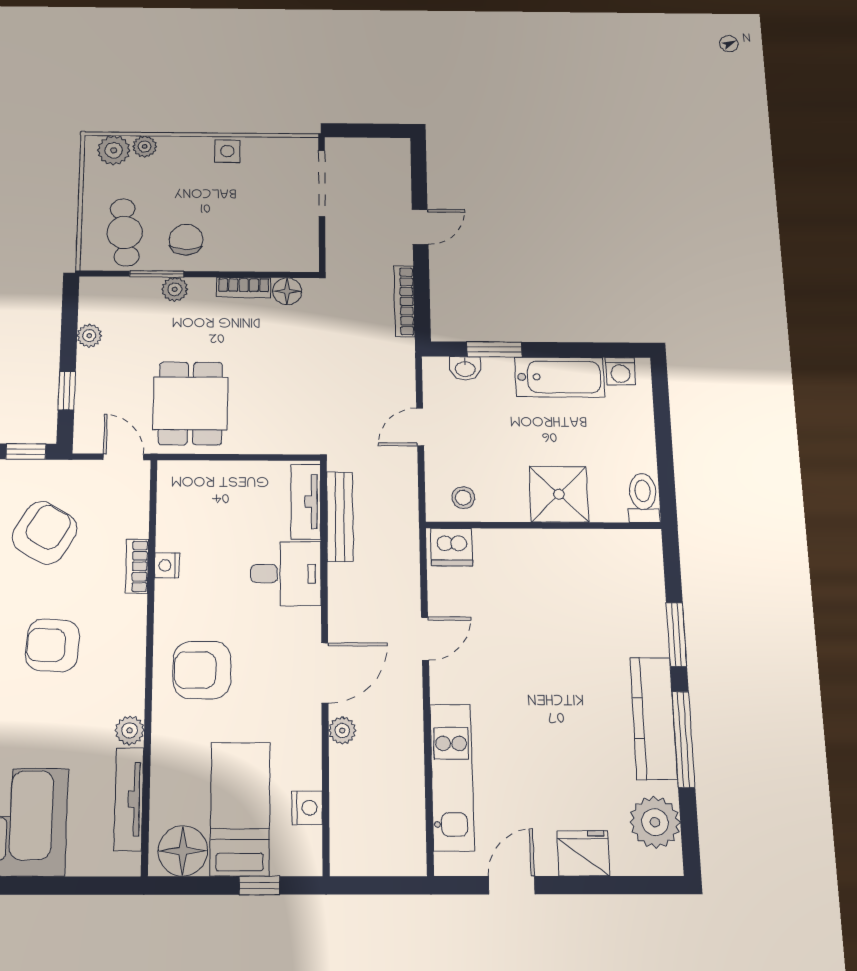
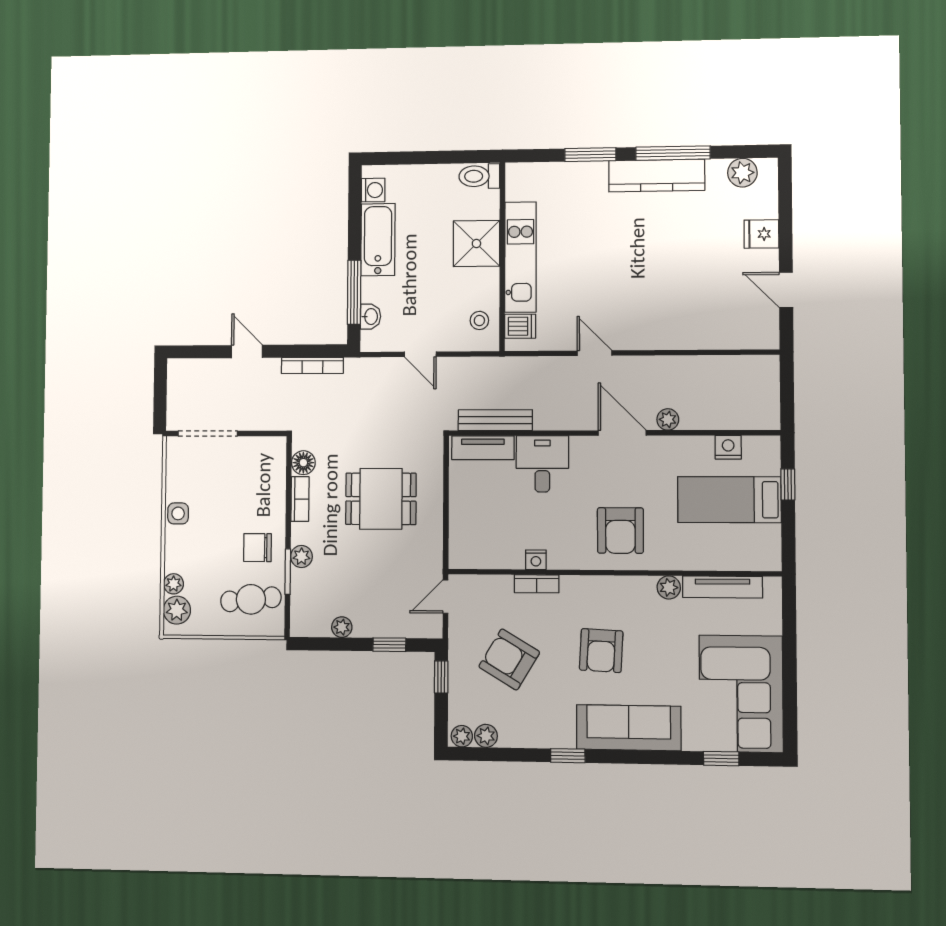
window: (494, 349) -> (354, 292), width x1.44
dining table: (190, 403) -> (381, 499), moved
dishwasher: (452, 547) -> (520, 326), width x0.73
kitchen unit: (452, 777) -> (520, 257), moved, turned 90
plant: (655, 822) -> (742, 173), width x0.73, depth x0.73
floor lamp: (183, 851) -> (762, 544), removed
fridge: (583, 853) -> (761, 234), width x0.72

